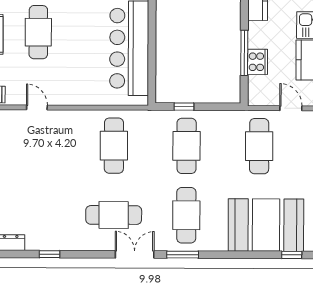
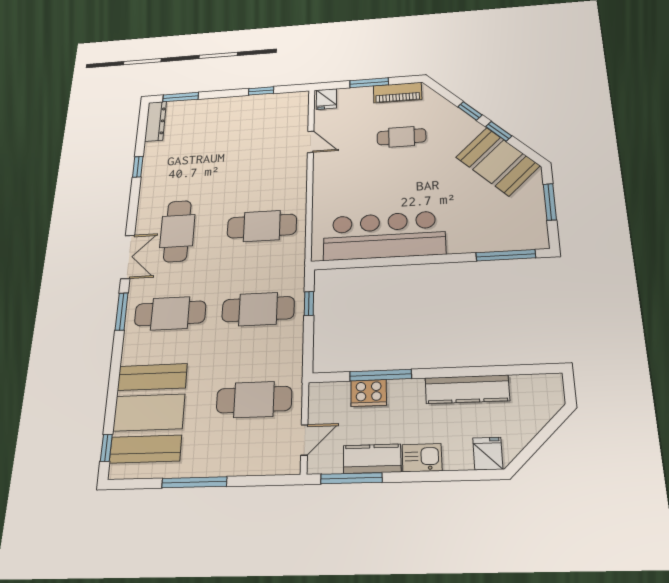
cafe table: (38, 32) -> (402, 137), width x0.73, depth x0.74
door: (37, 107) -> (311, 142), hinge flipped

